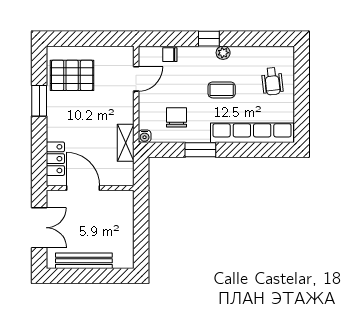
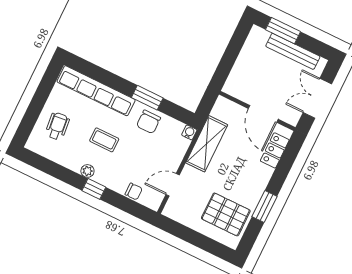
chair: (176, 117) -> (148, 122), moved
shelving: (126, 143) -> (207, 144), width x1.50, depth x1.33
window: (103, 276) -> (283, 31), added

